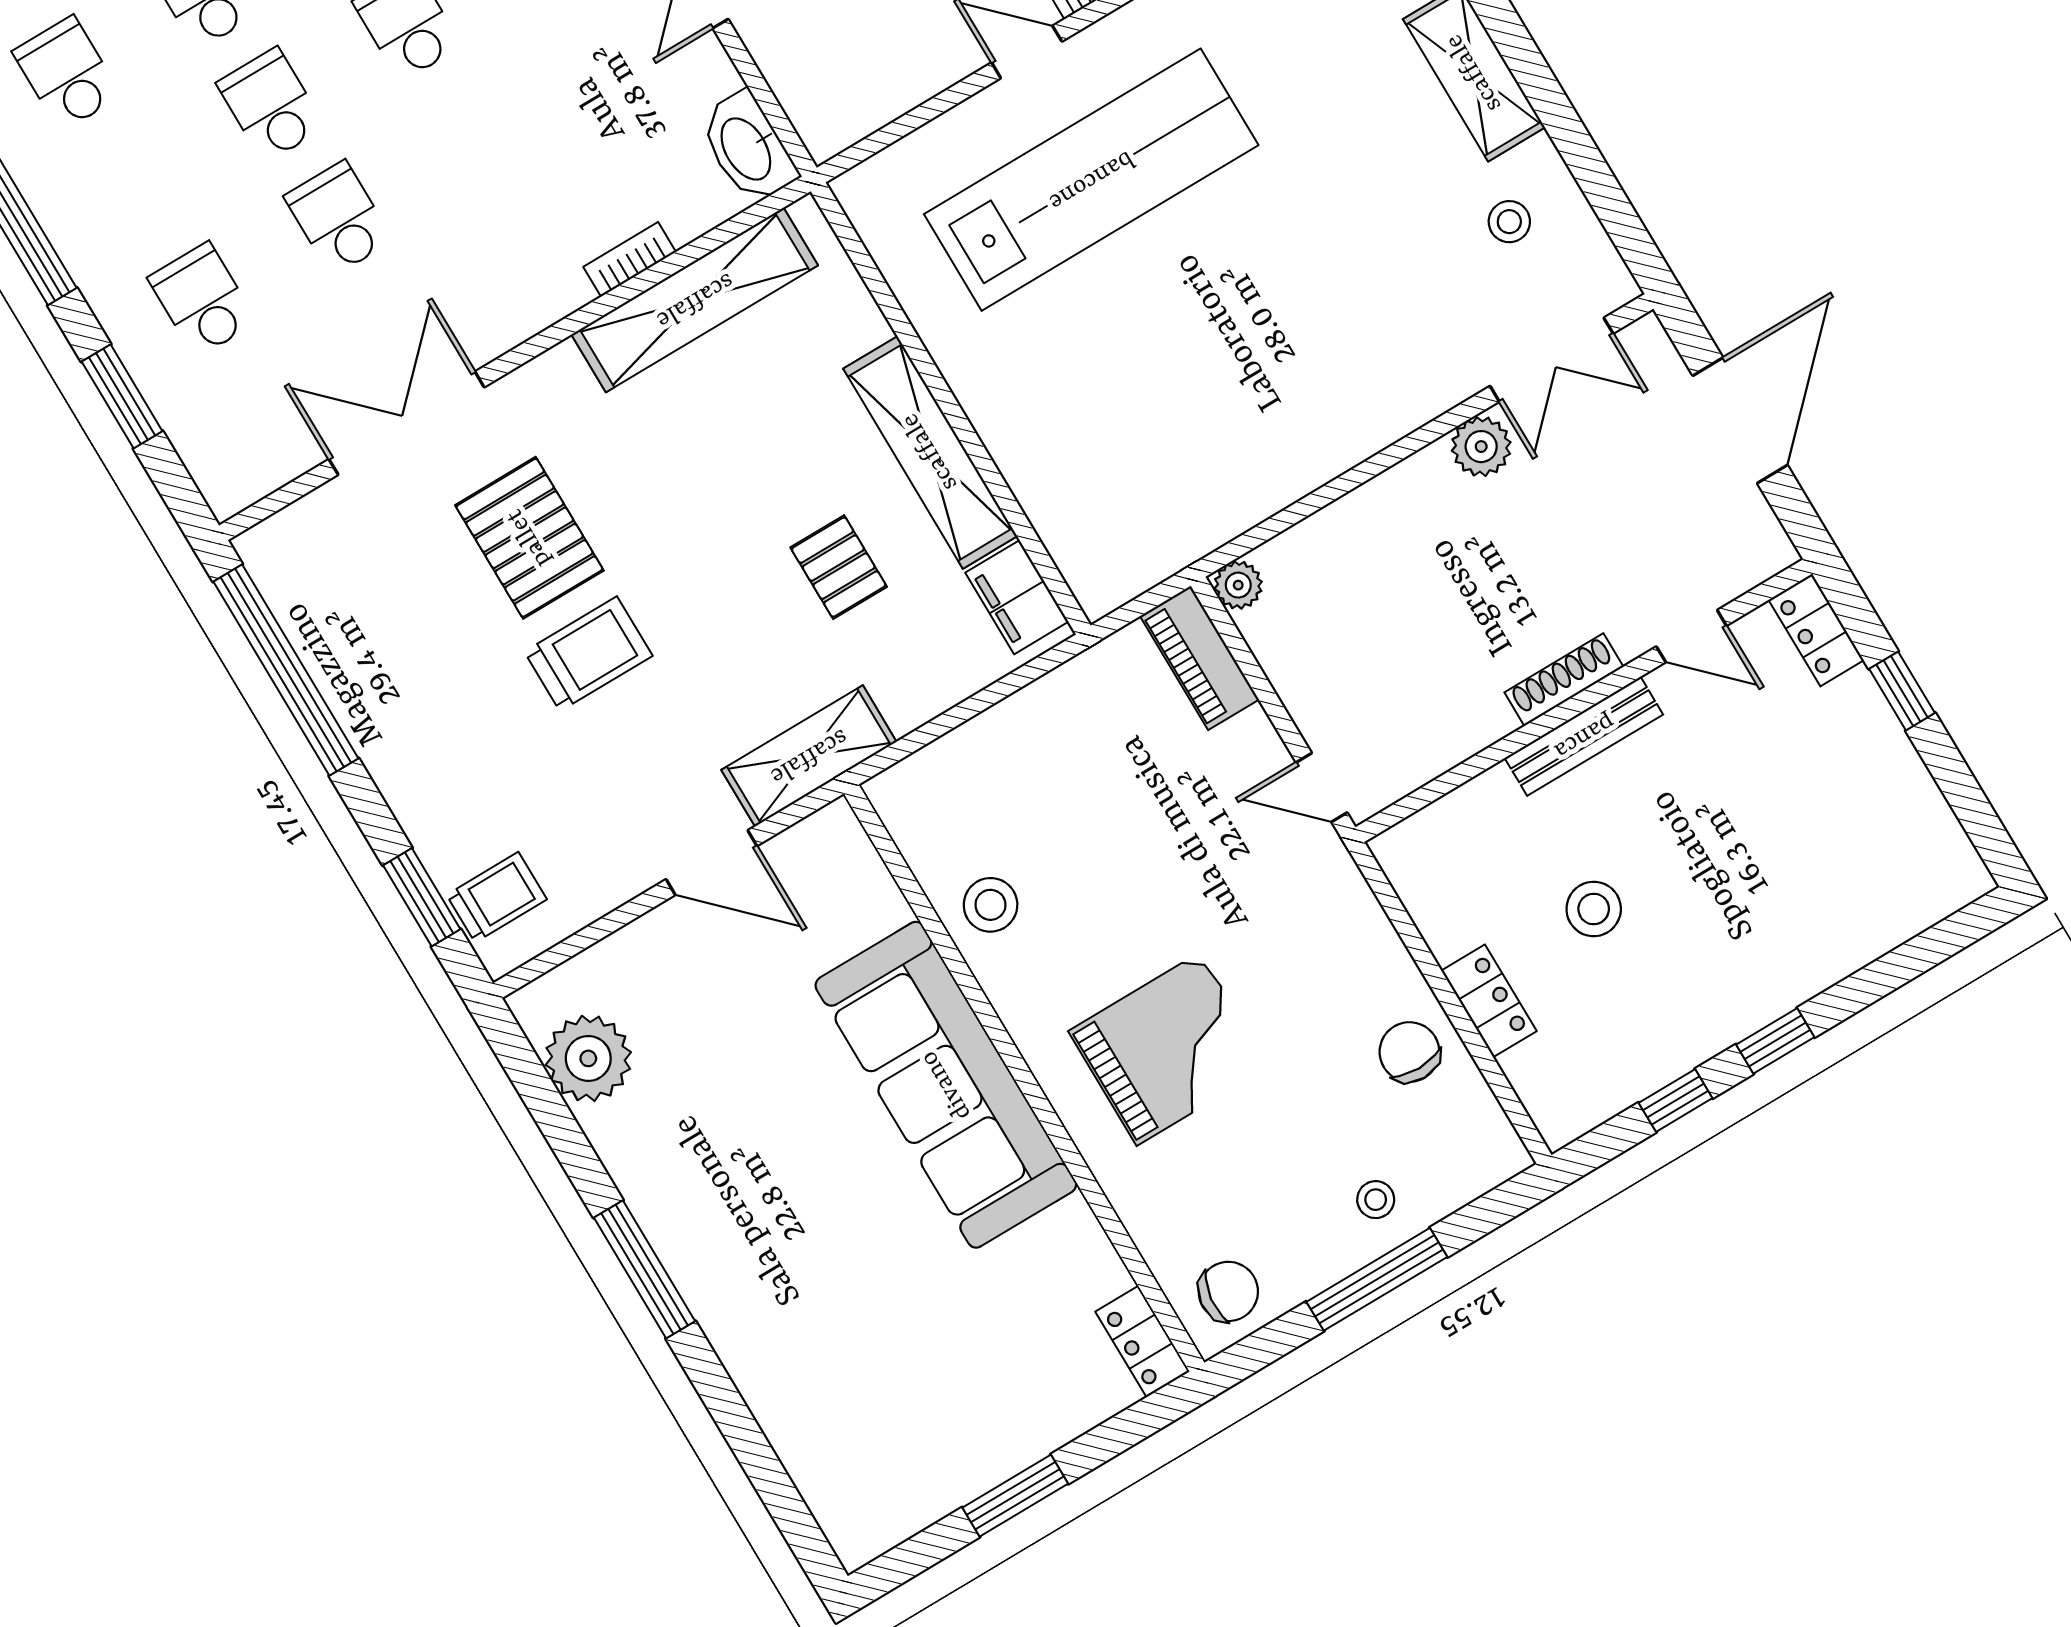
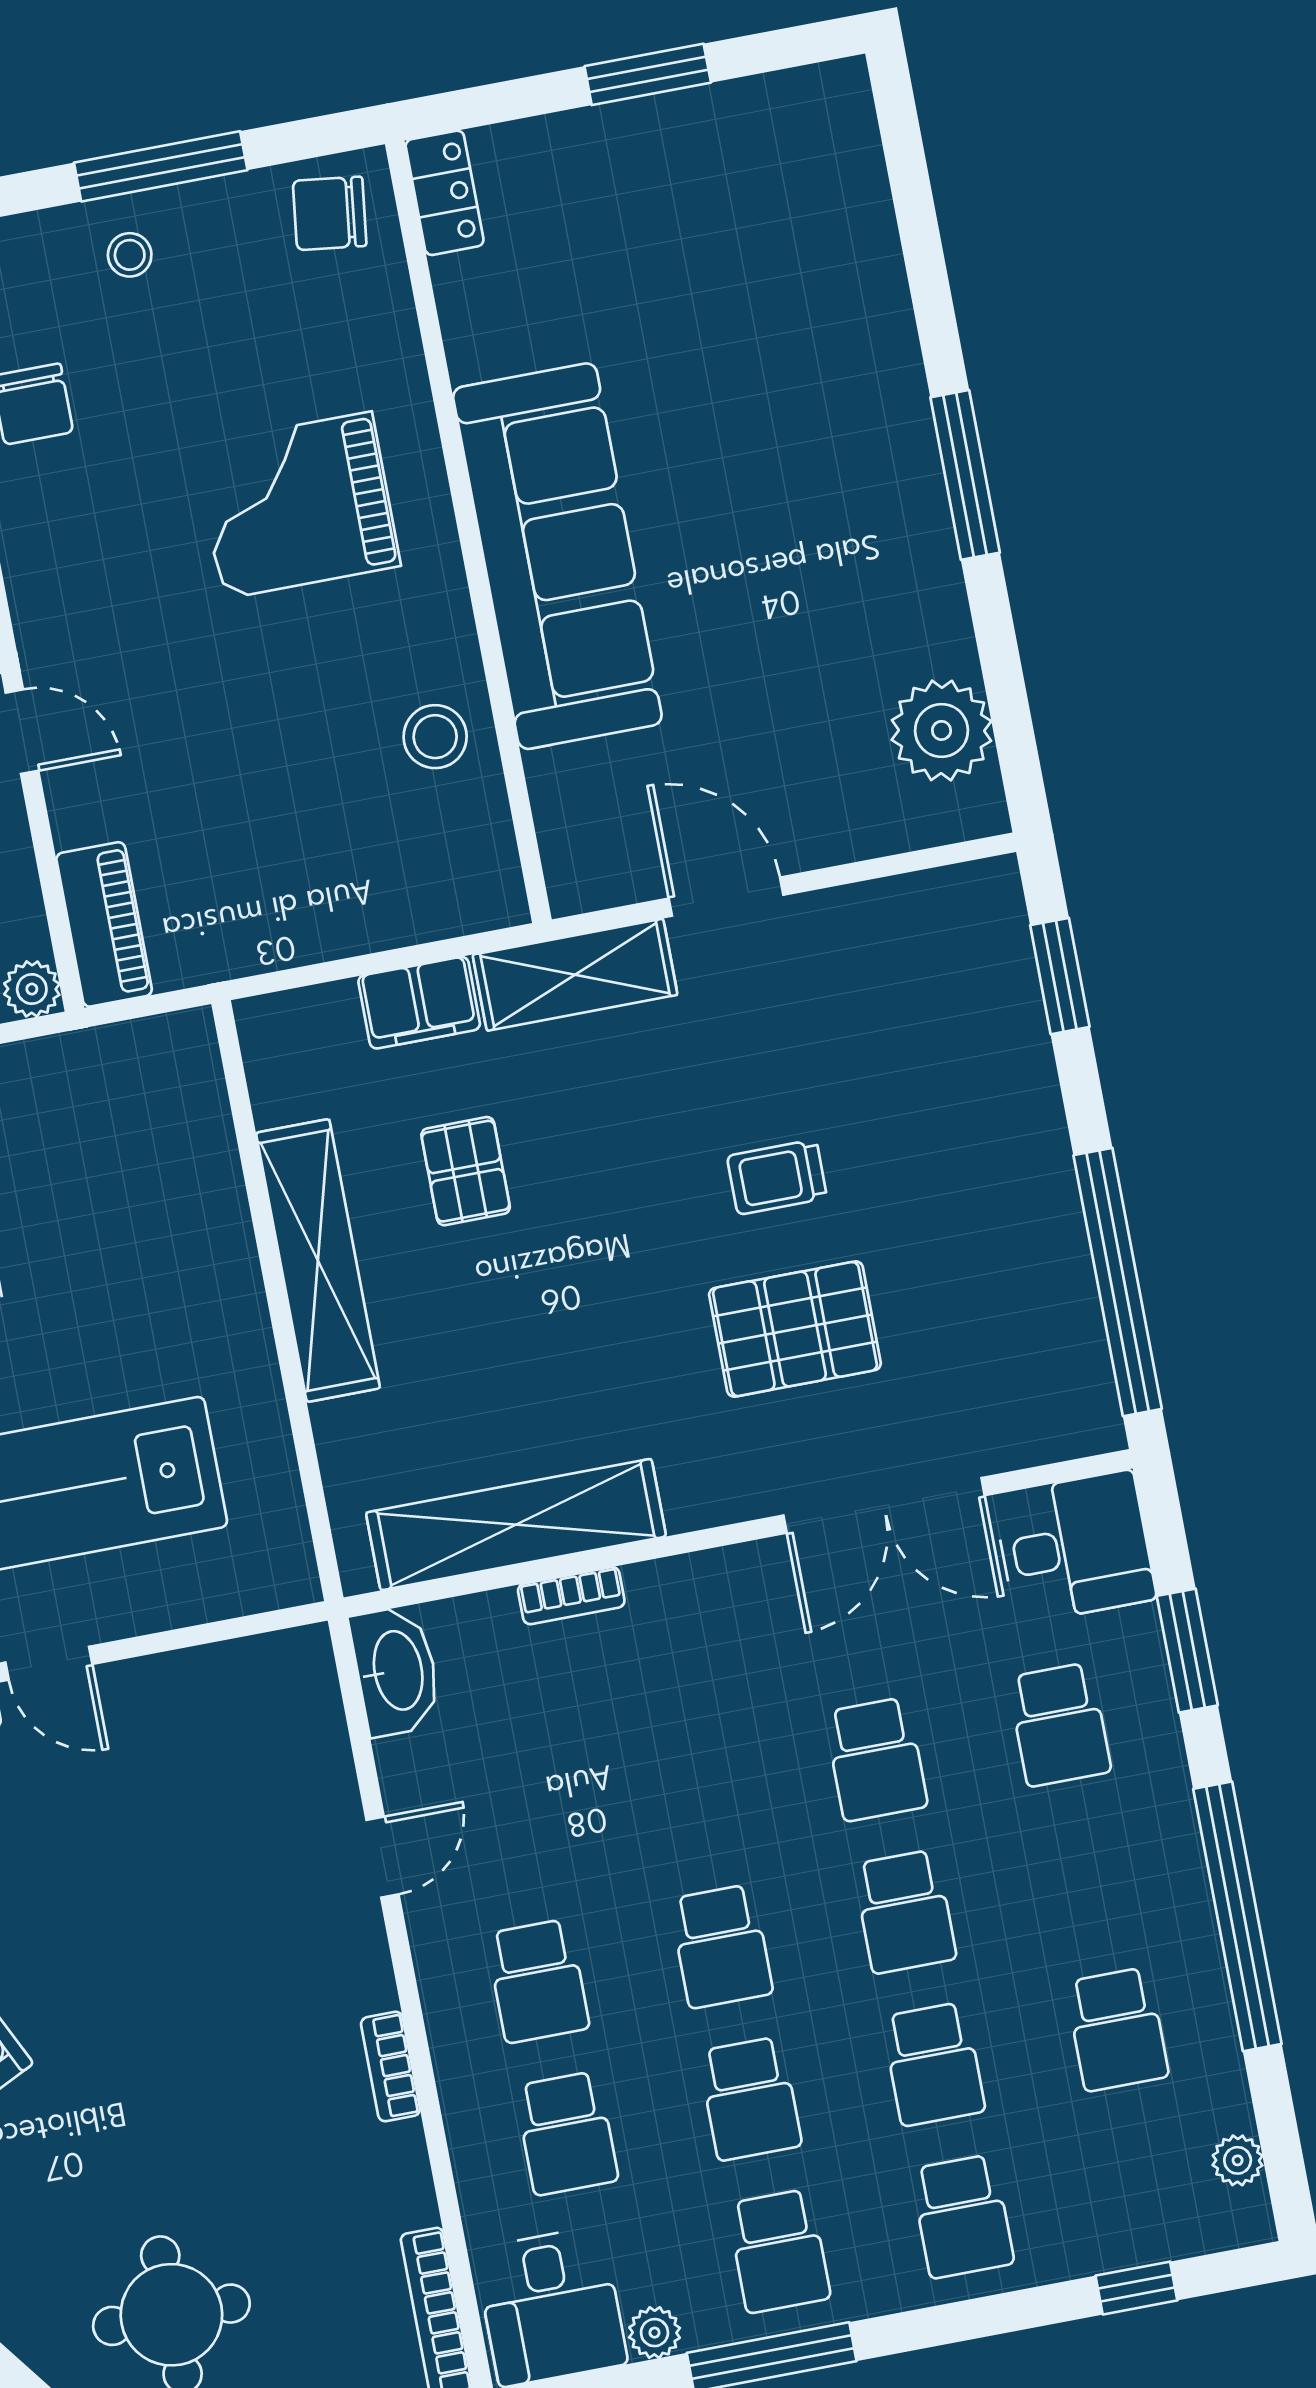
desk: (242, 446) -> (1075, 1547), added
pallet: (529, 538) -> (795, 1329), turned 90
filing cabinet: (1017, 597) -> (419, 1003), moved, turned 90
trolley: (588, 654) -> (777, 1177), width x0.73, depth x0.72
trolley: (497, 897) -> (977, 946), removed

